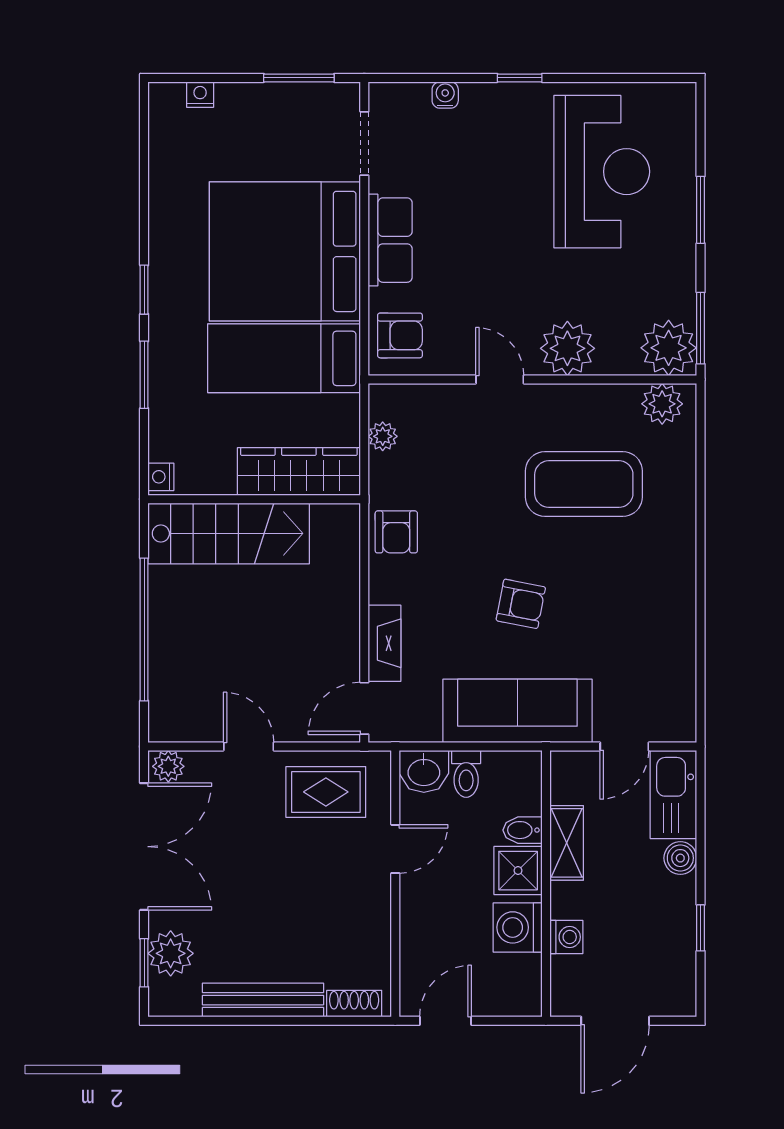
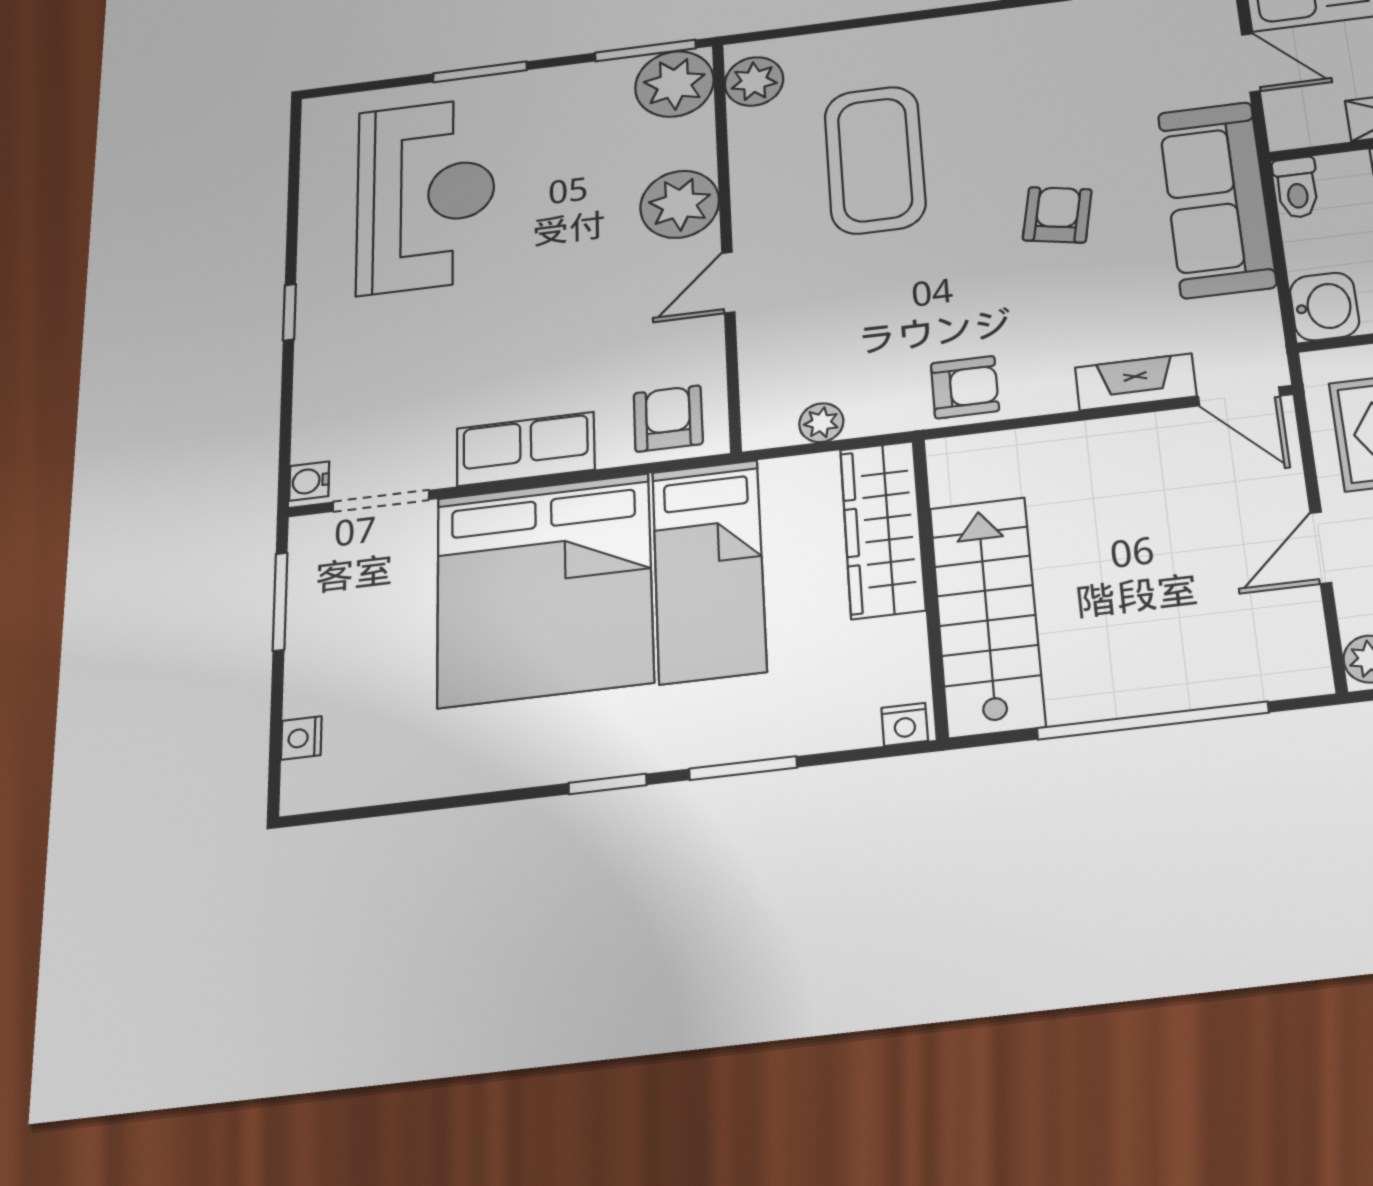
water cooler: (445, 95) -> (309, 481), moved
reception desk: (602, 172) -> (426, 195), turned 90
toilet: (466, 774) -> (1297, 188), moved, turned 90

